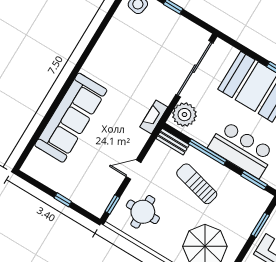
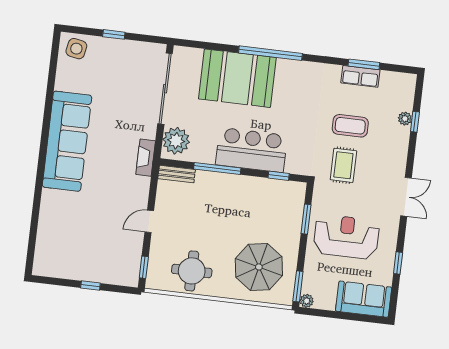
sofa: (71, 118) -> (67, 141), moved
window: (254, 180) -> (279, 176), width x0.67
sun lounger: (197, 184) -> (221, 206), removed
round table: (143, 212) -> (192, 271), moved

